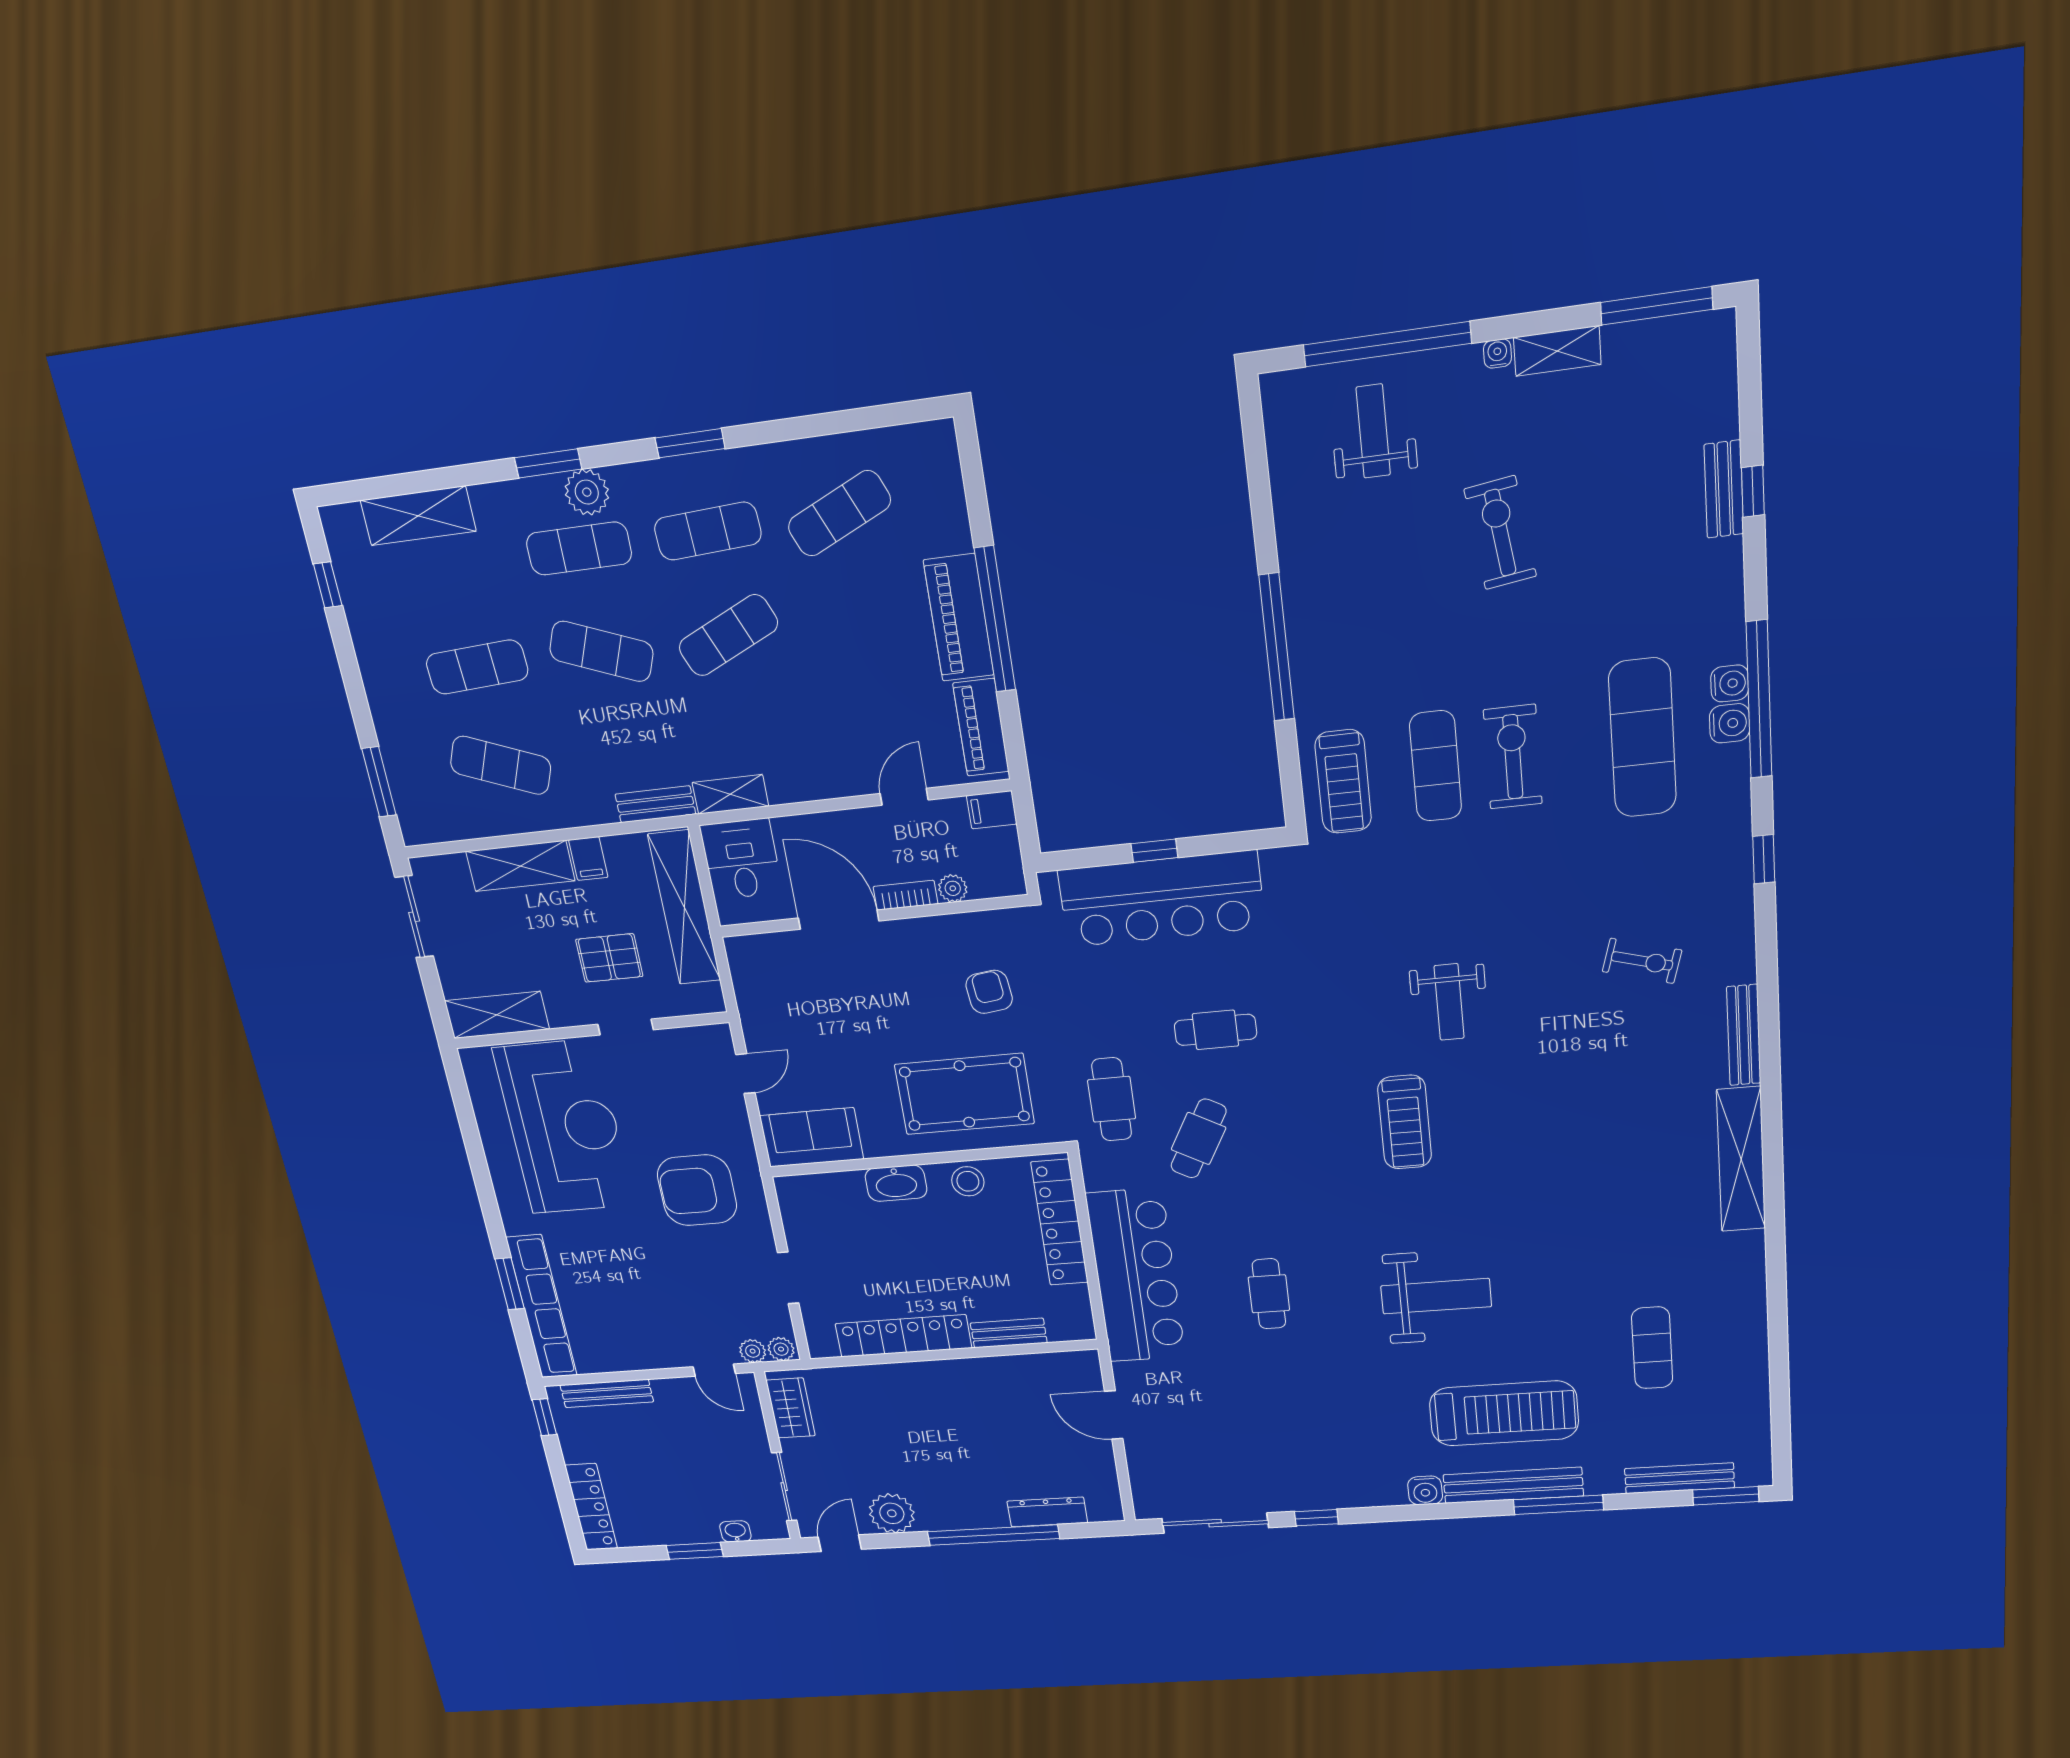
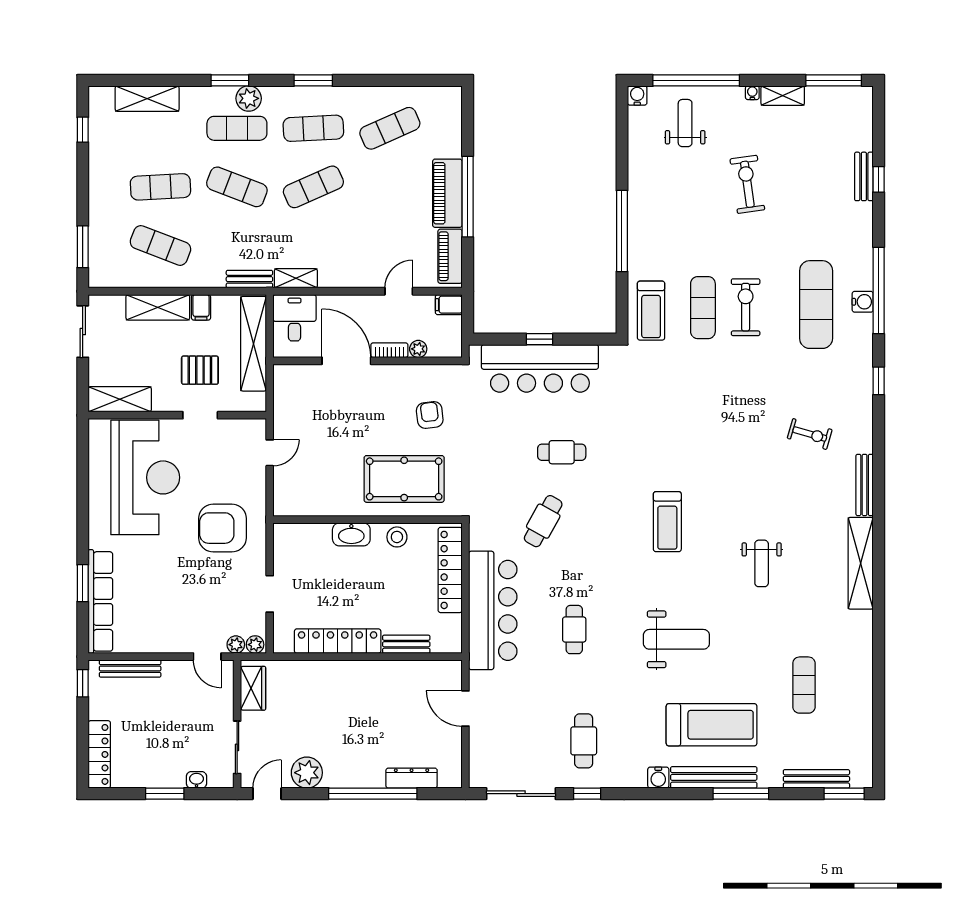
water cooler: (1730, 683) -> (637, 95), moved, turned -90
weight bench: (1449, 1002) -> (762, 563), moved
cafe table: (1112, 1099) -> (584, 741), moved
sofa: (812, 1137) -> (303, 499), removed

